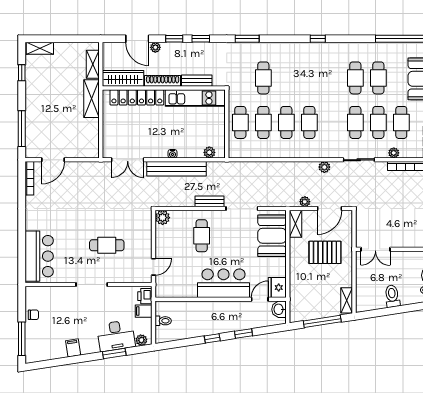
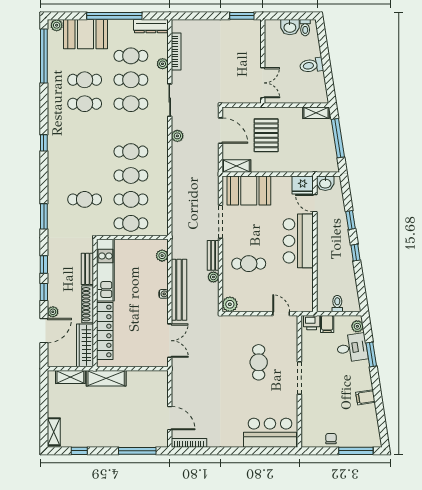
plant: (305, 202) -> (213, 277), moved
desk: (116, 336) -> (352, 348), width x0.73

